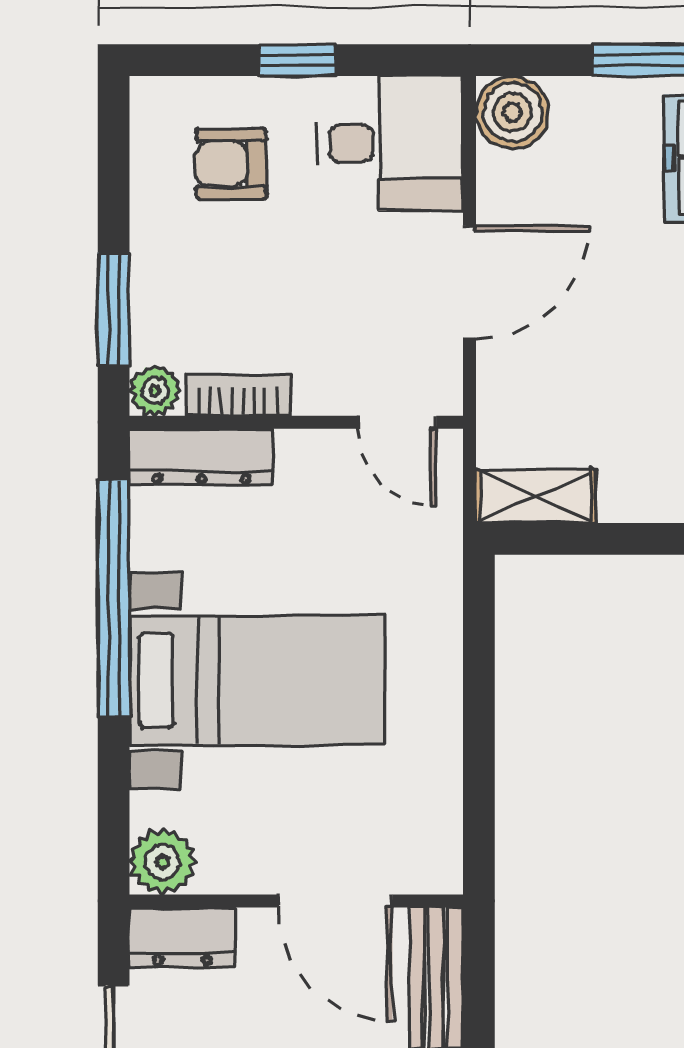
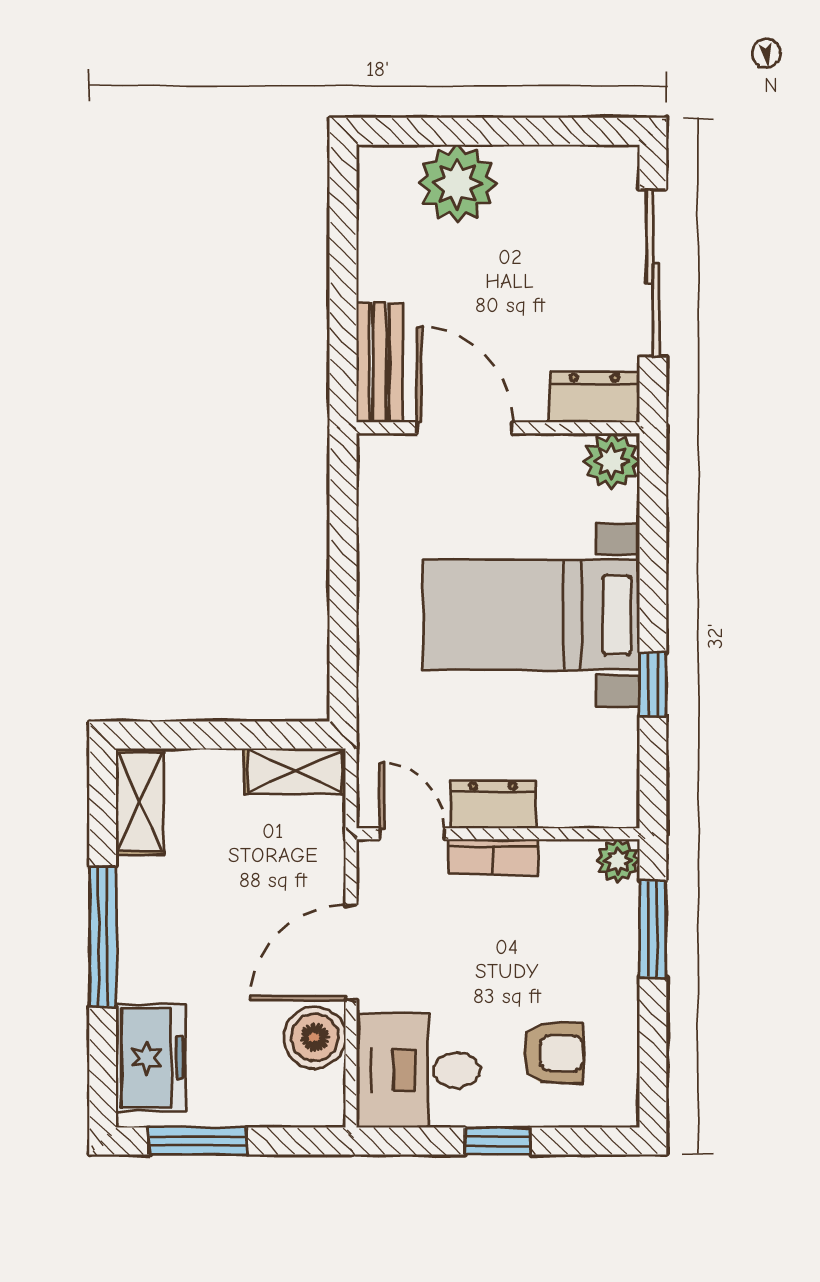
boiler: (512, 112) -> (315, 1037), moved
bookcase: (237, 395) -> (493, 857), moved
dresser: (201, 457) -> (493, 805), moved, width x0.70
window: (114, 598) -> (653, 685), width x0.32

